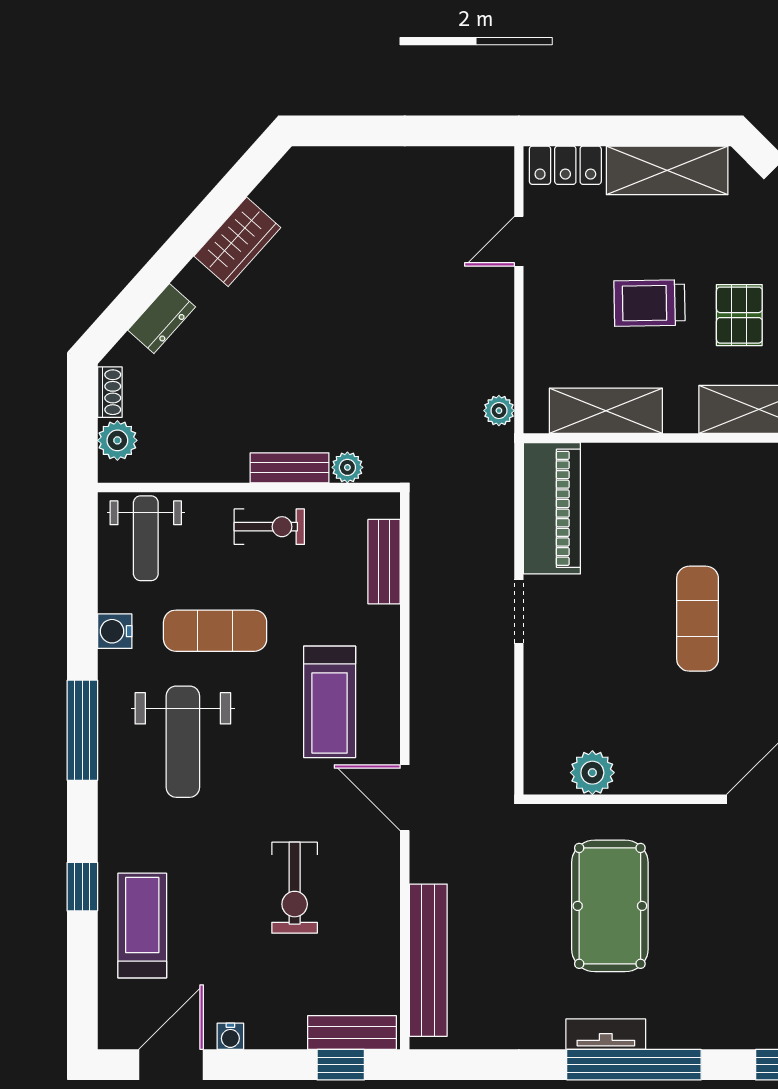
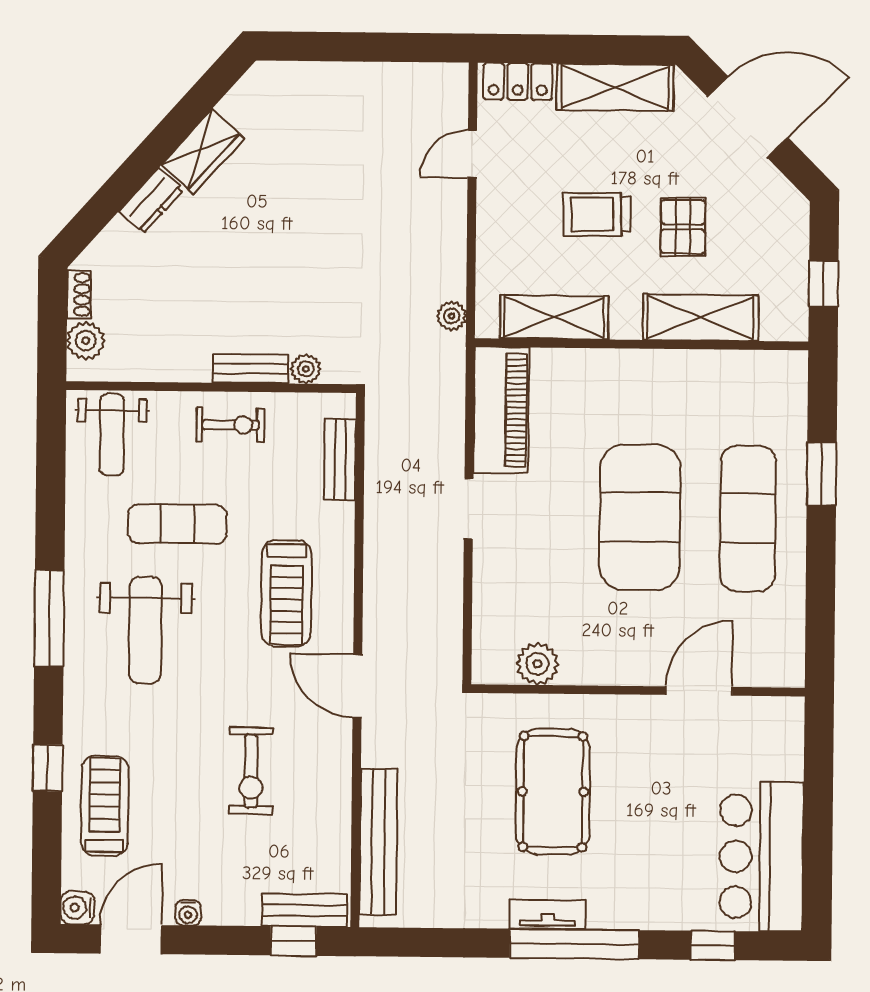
dresser: (162, 319) -> (151, 201), moved
exercise mat: (698, 619) -> (640, 517), width x2.00, depth x1.45
water cooler: (115, 631) -> (77, 908), moved

